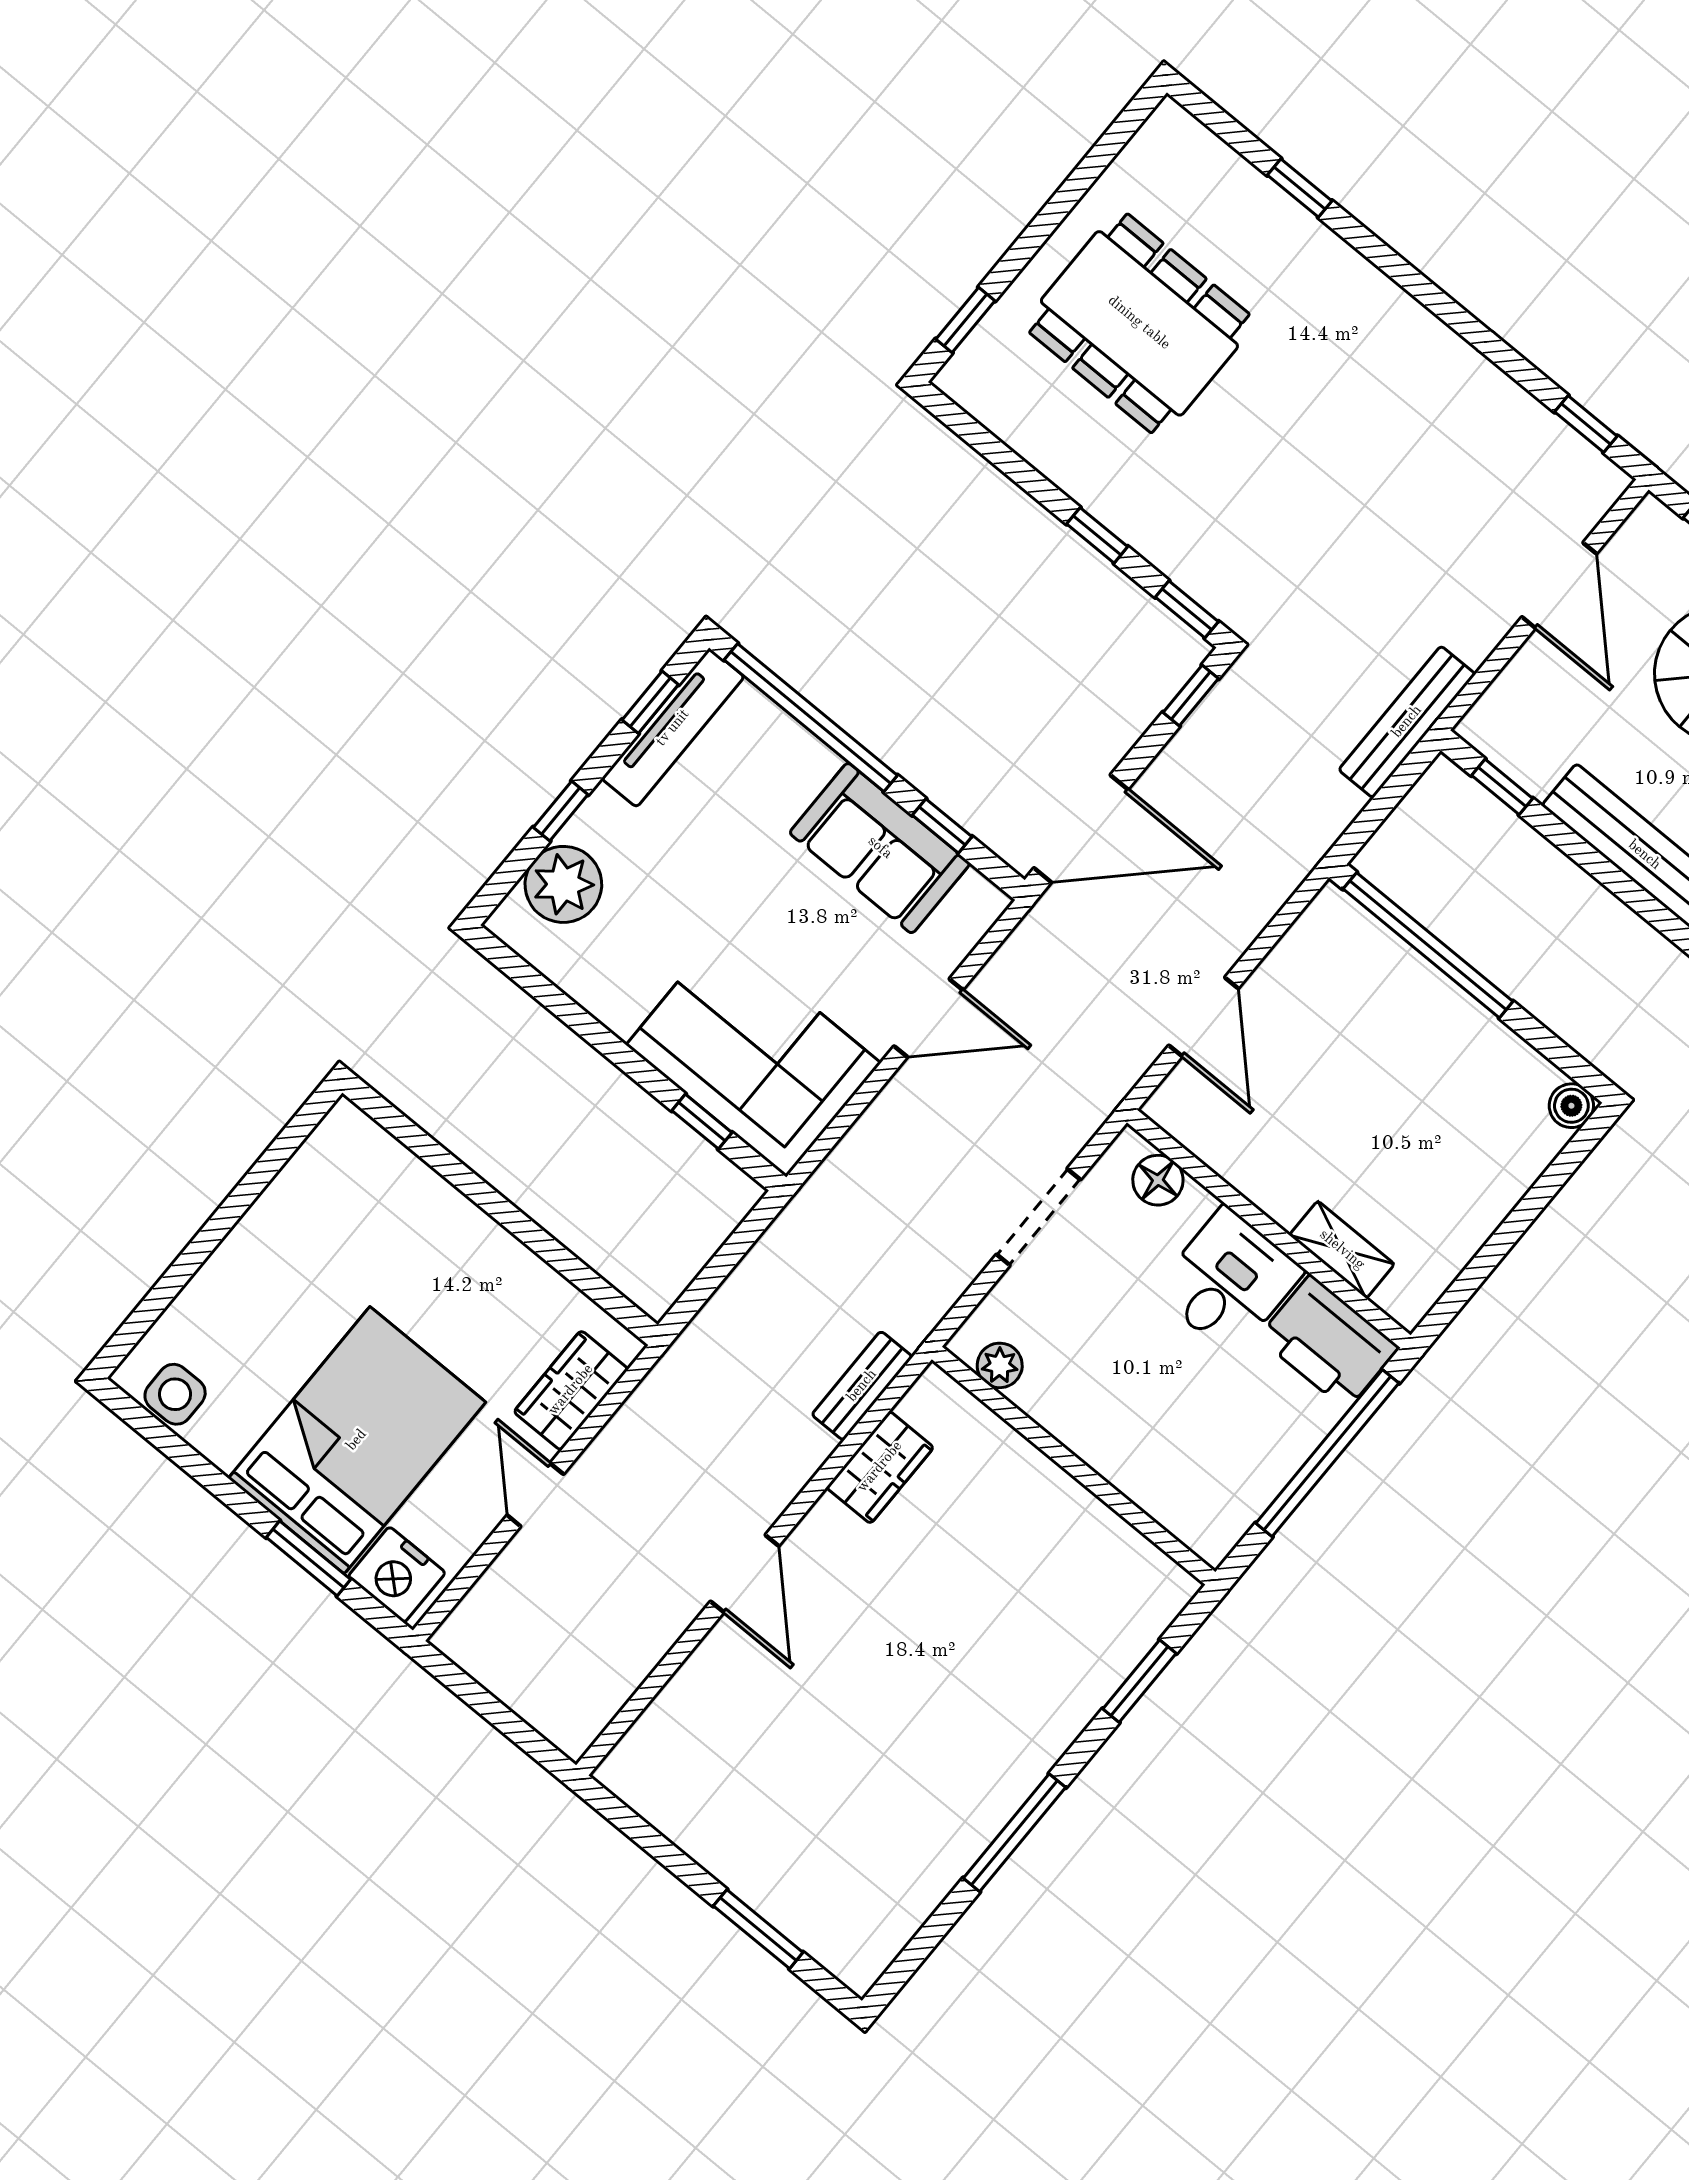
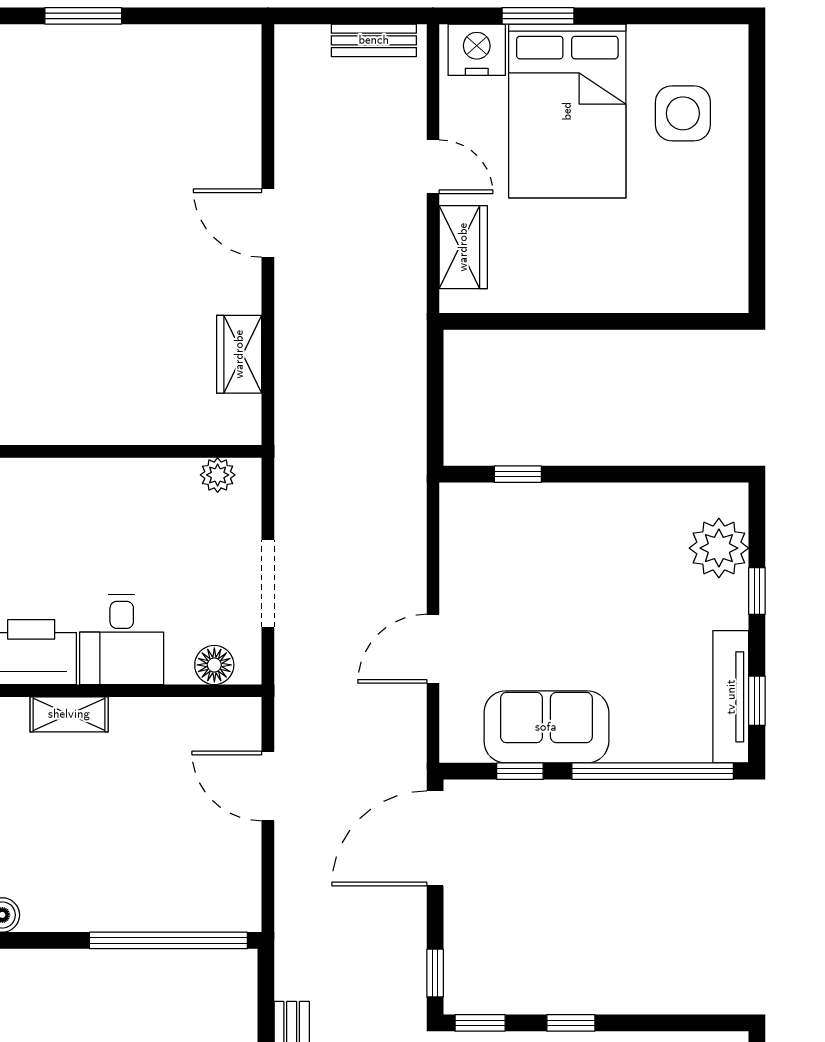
corner sofa: (753, 1054) -> (520, 540), removed
bench: (862, 1386) -> (374, 40), moved, turned 90
side table: (175, 1394) -> (683, 113), moved, width x1.37, depth x1.37

